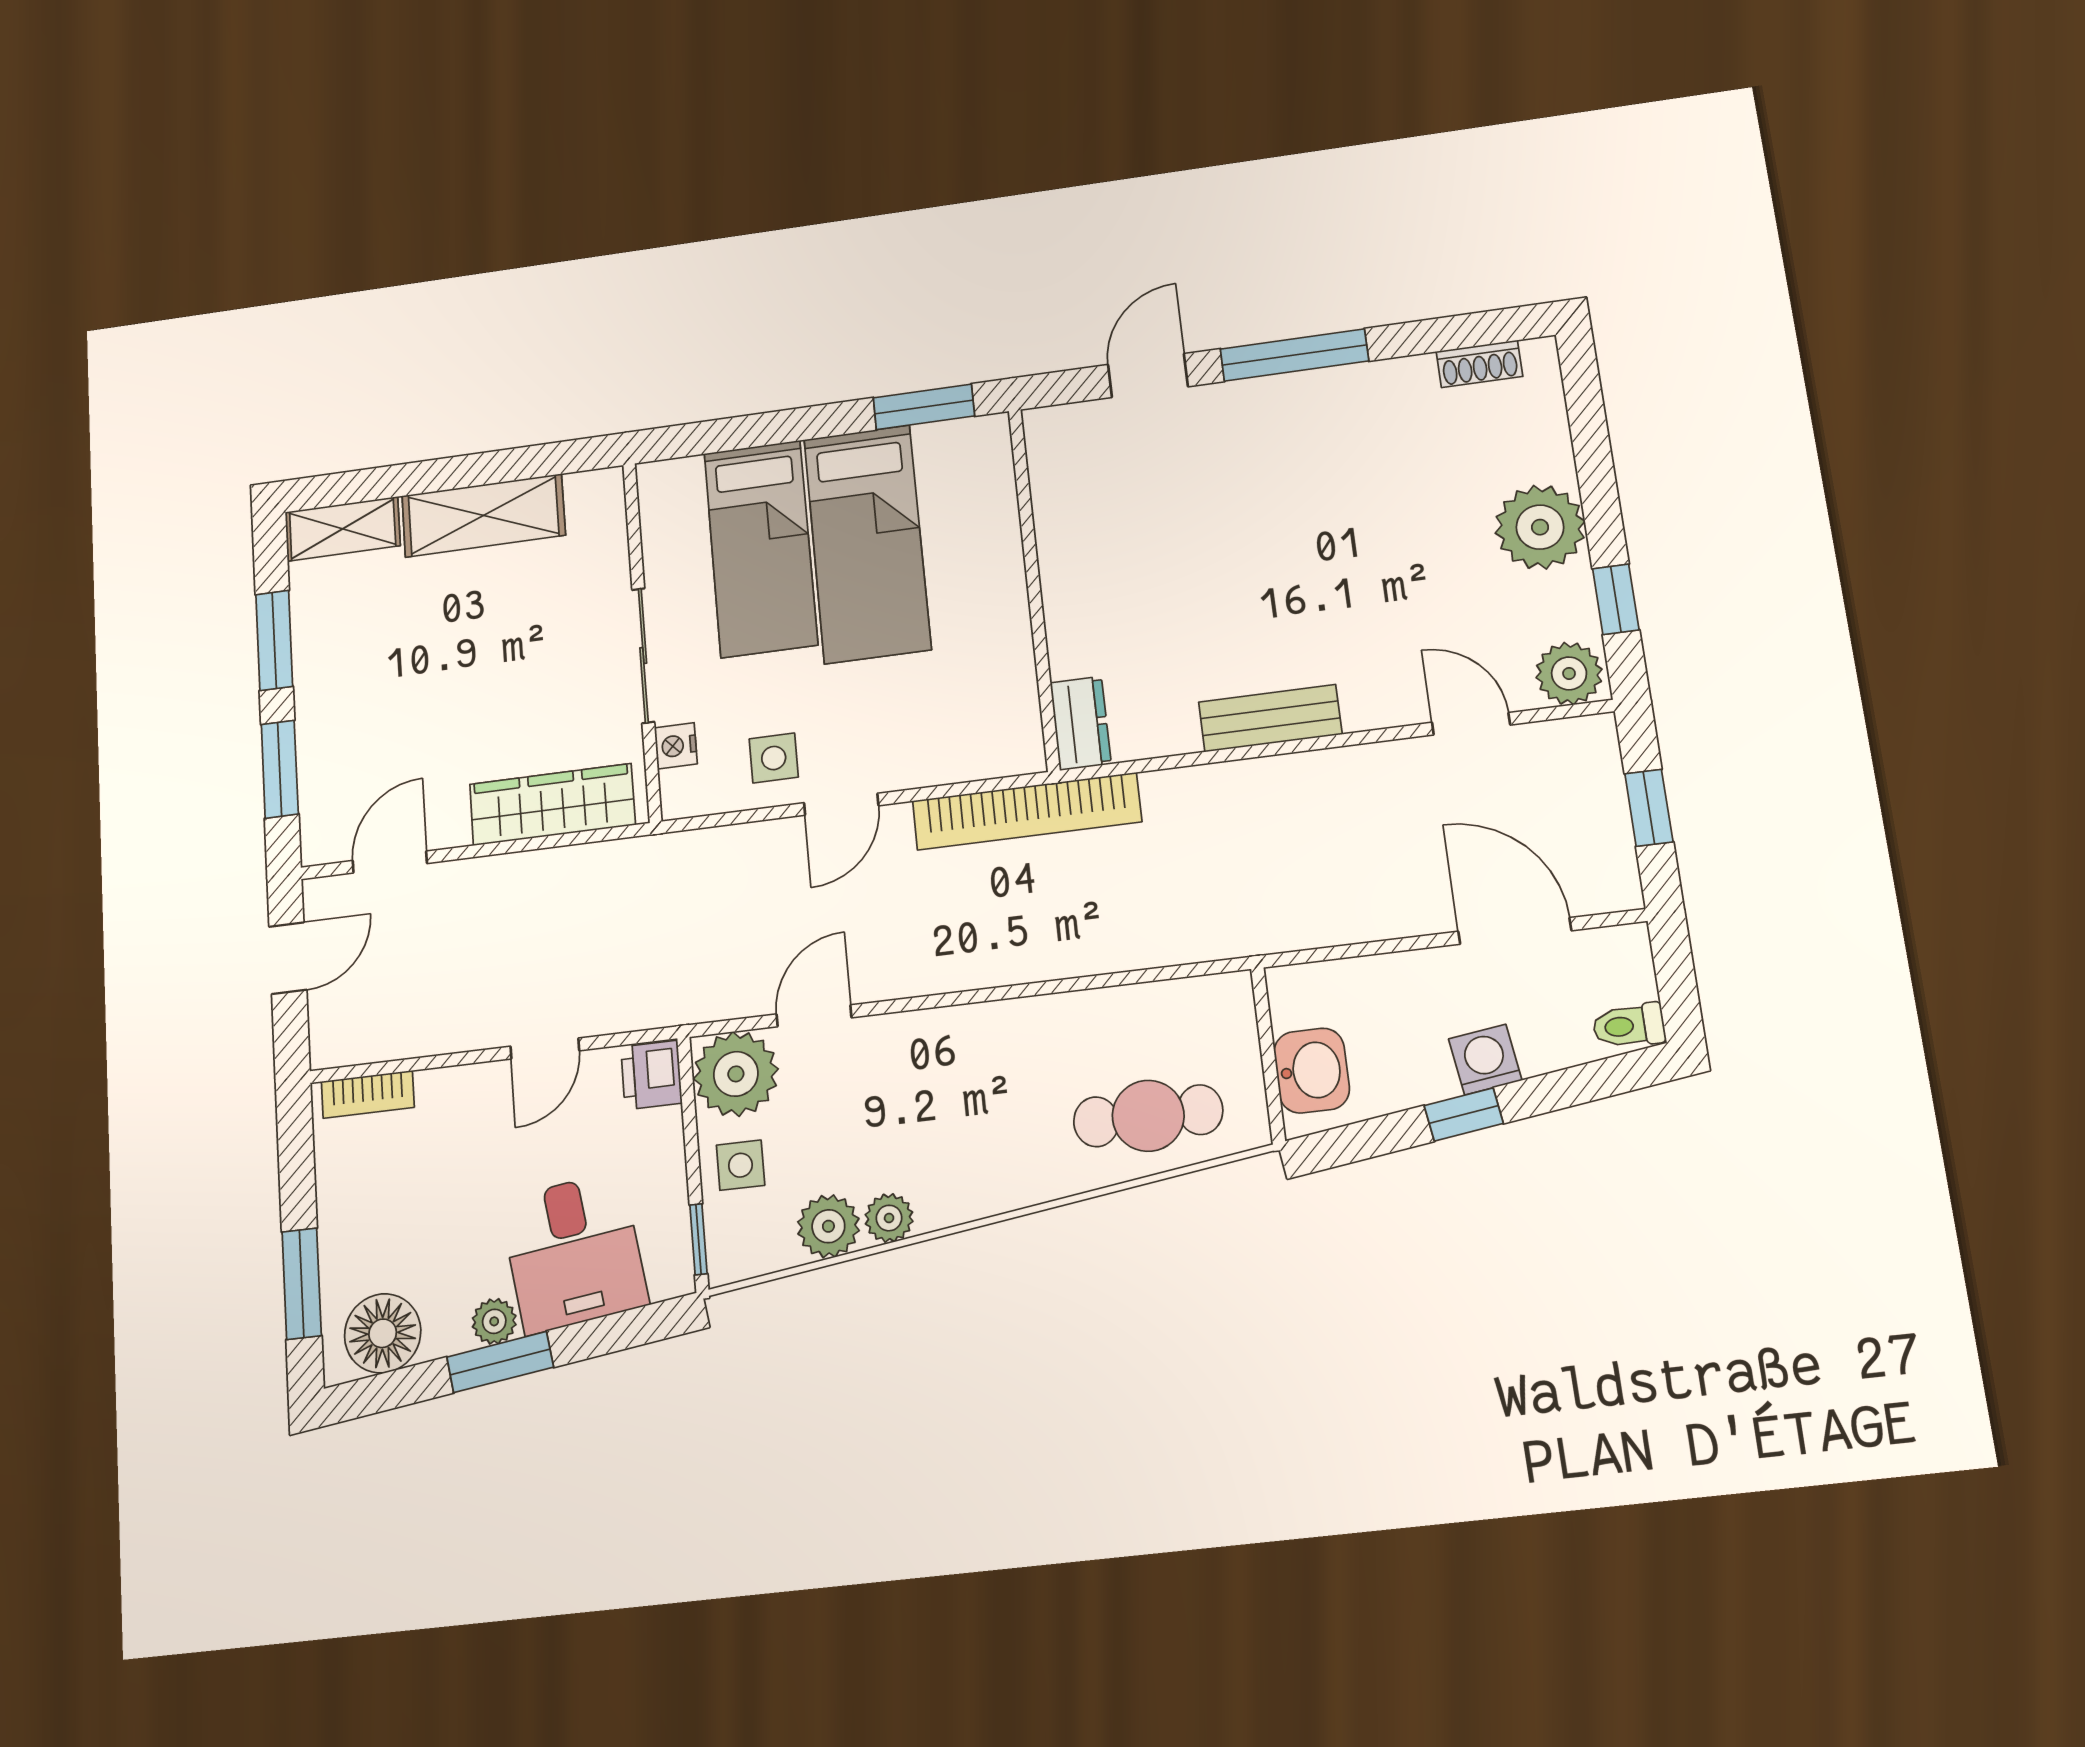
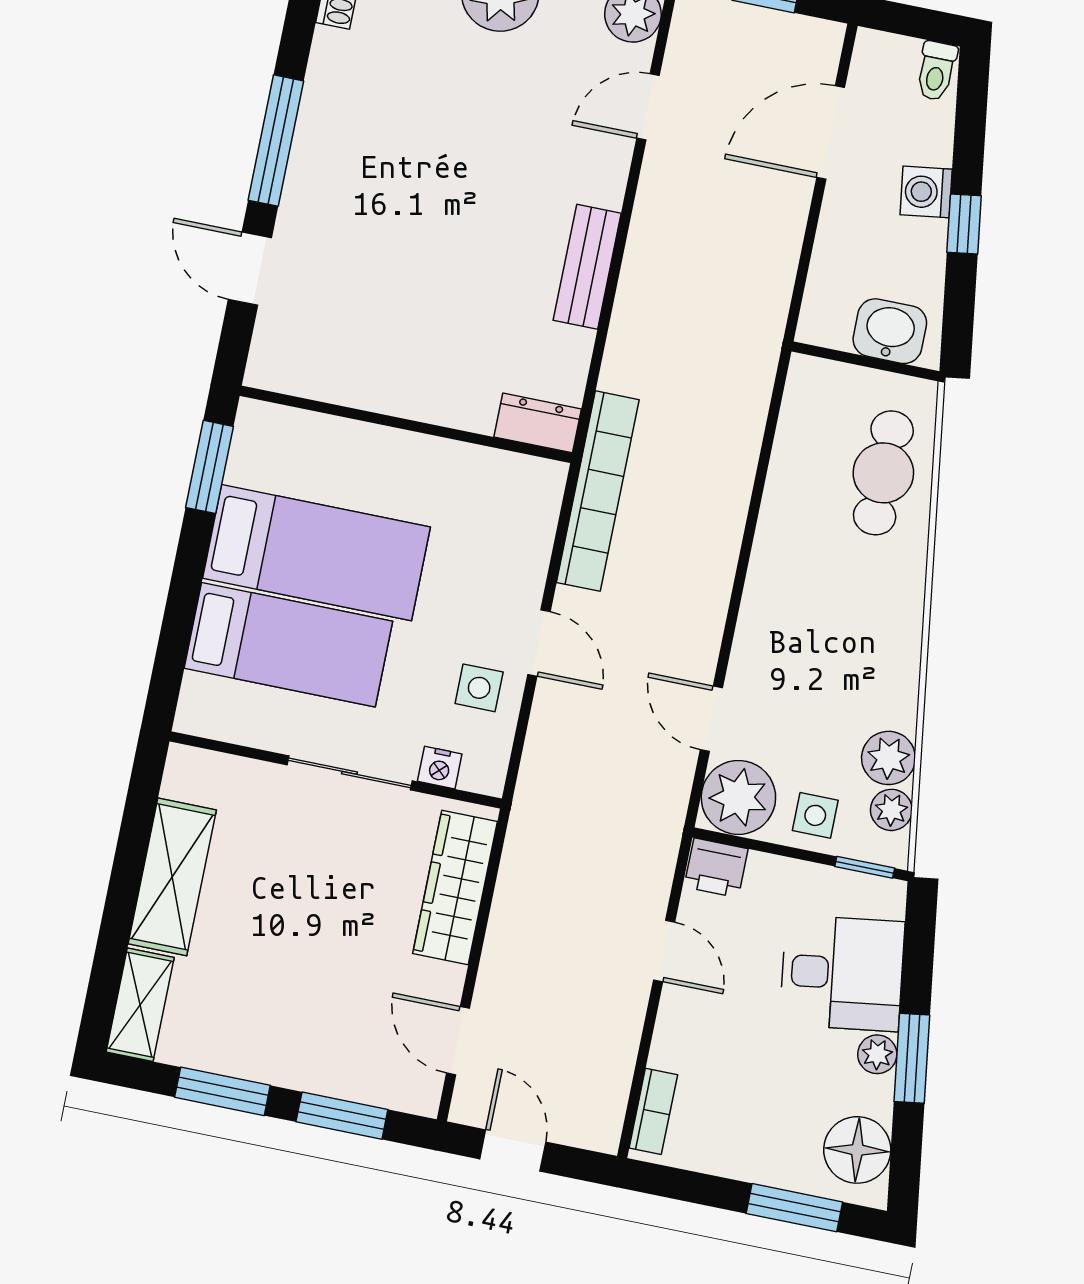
plant: (889, 1218) -> (891, 810), moved

